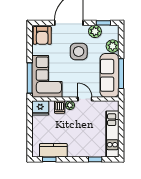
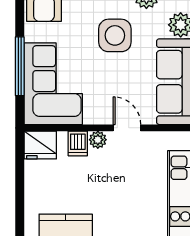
window: (30, 78) -> (20, 66), moved

